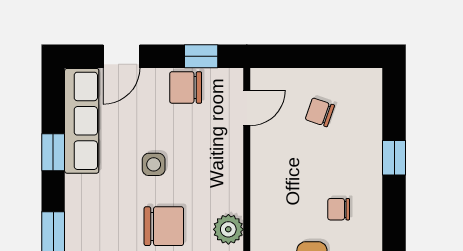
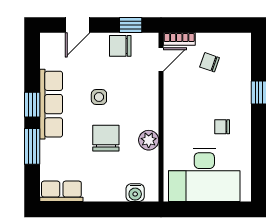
bookcase: (274, 77) -> (179, 39), added
row of seats: (82, 121) -> (51, 104), moved
window: (53, 152) -> (32, 105), moved
chair: (164, 226) -> (106, 138), turned -90

